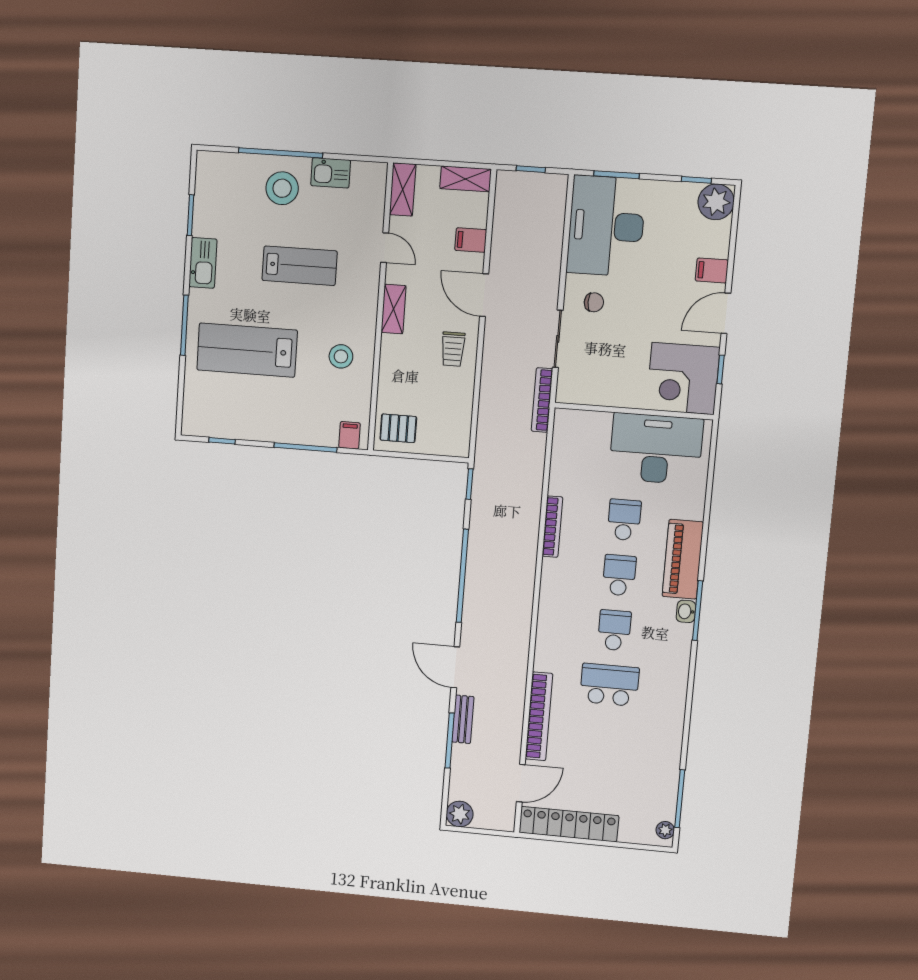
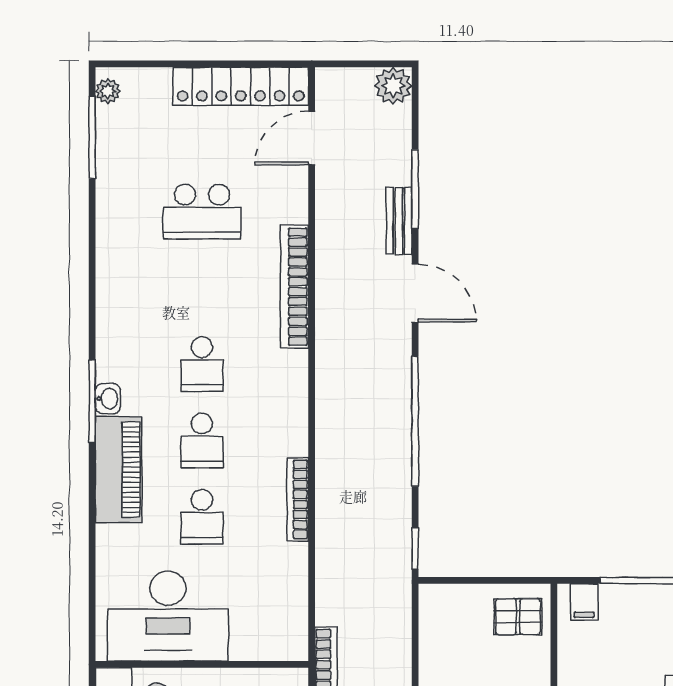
school desk: (609, 685) -> (202, 212), moved
bookcase: (539, 716) -> (294, 287), moved

